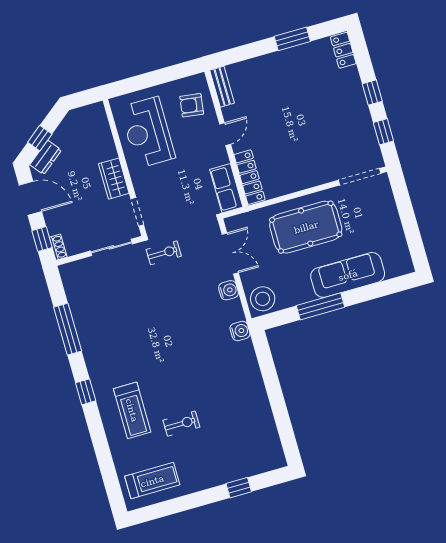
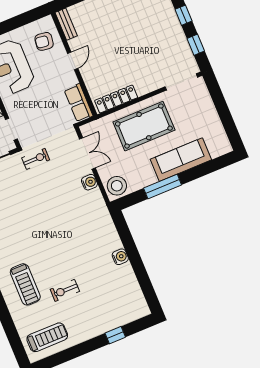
locker: (249, 177) -> (116, 99), moved, turned -90
water cooler: (240, 331) -> (120, 257), moved
exercise bike: (181, 424) -> (65, 290), turned 180

